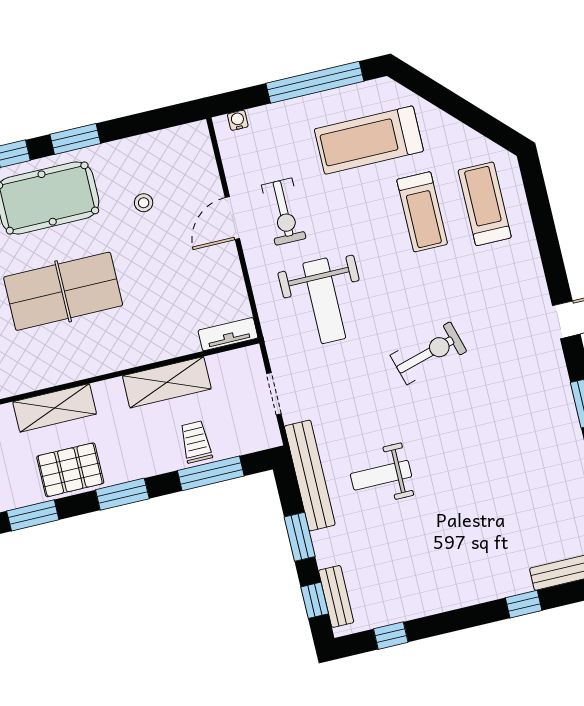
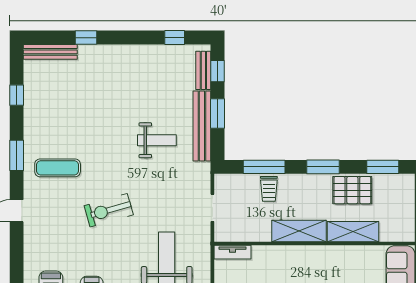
shelving: (167, 382) -> (299, 231), moved
exercise mat: (520, 399) -> (58, 168), added
bench: (310, 475) -> (202, 126), moved

